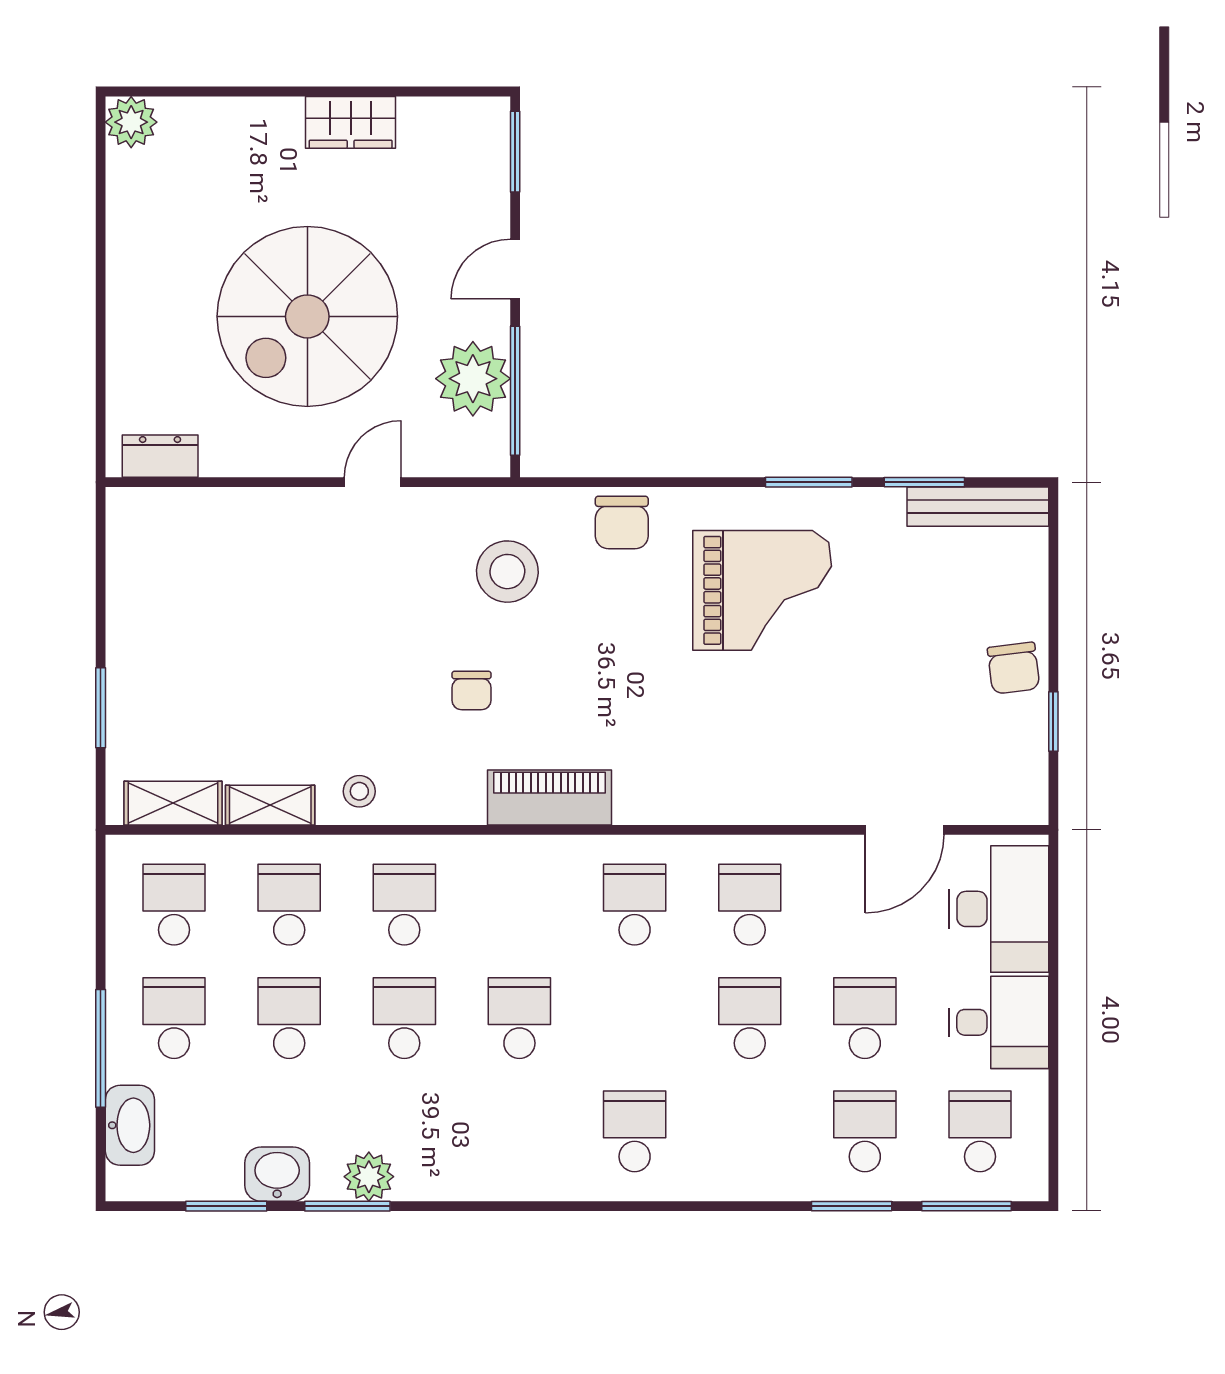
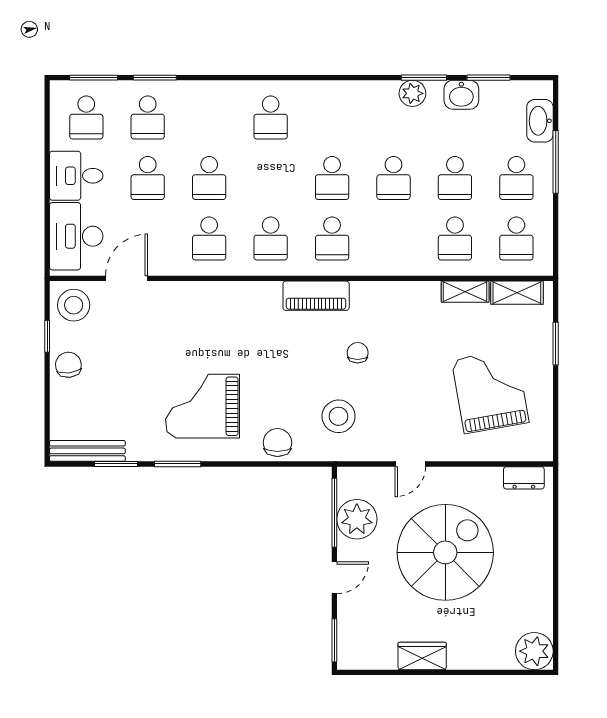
plant: (131, 122) -> (534, 651), width x1.36, depth x1.36
grand piano: (223, 619) -> (490, 391), added
stool: (359, 791) -> (74, 305), moved, width x1.89, depth x1.89
school desk: (404, 905) -> (332, 238), moved

